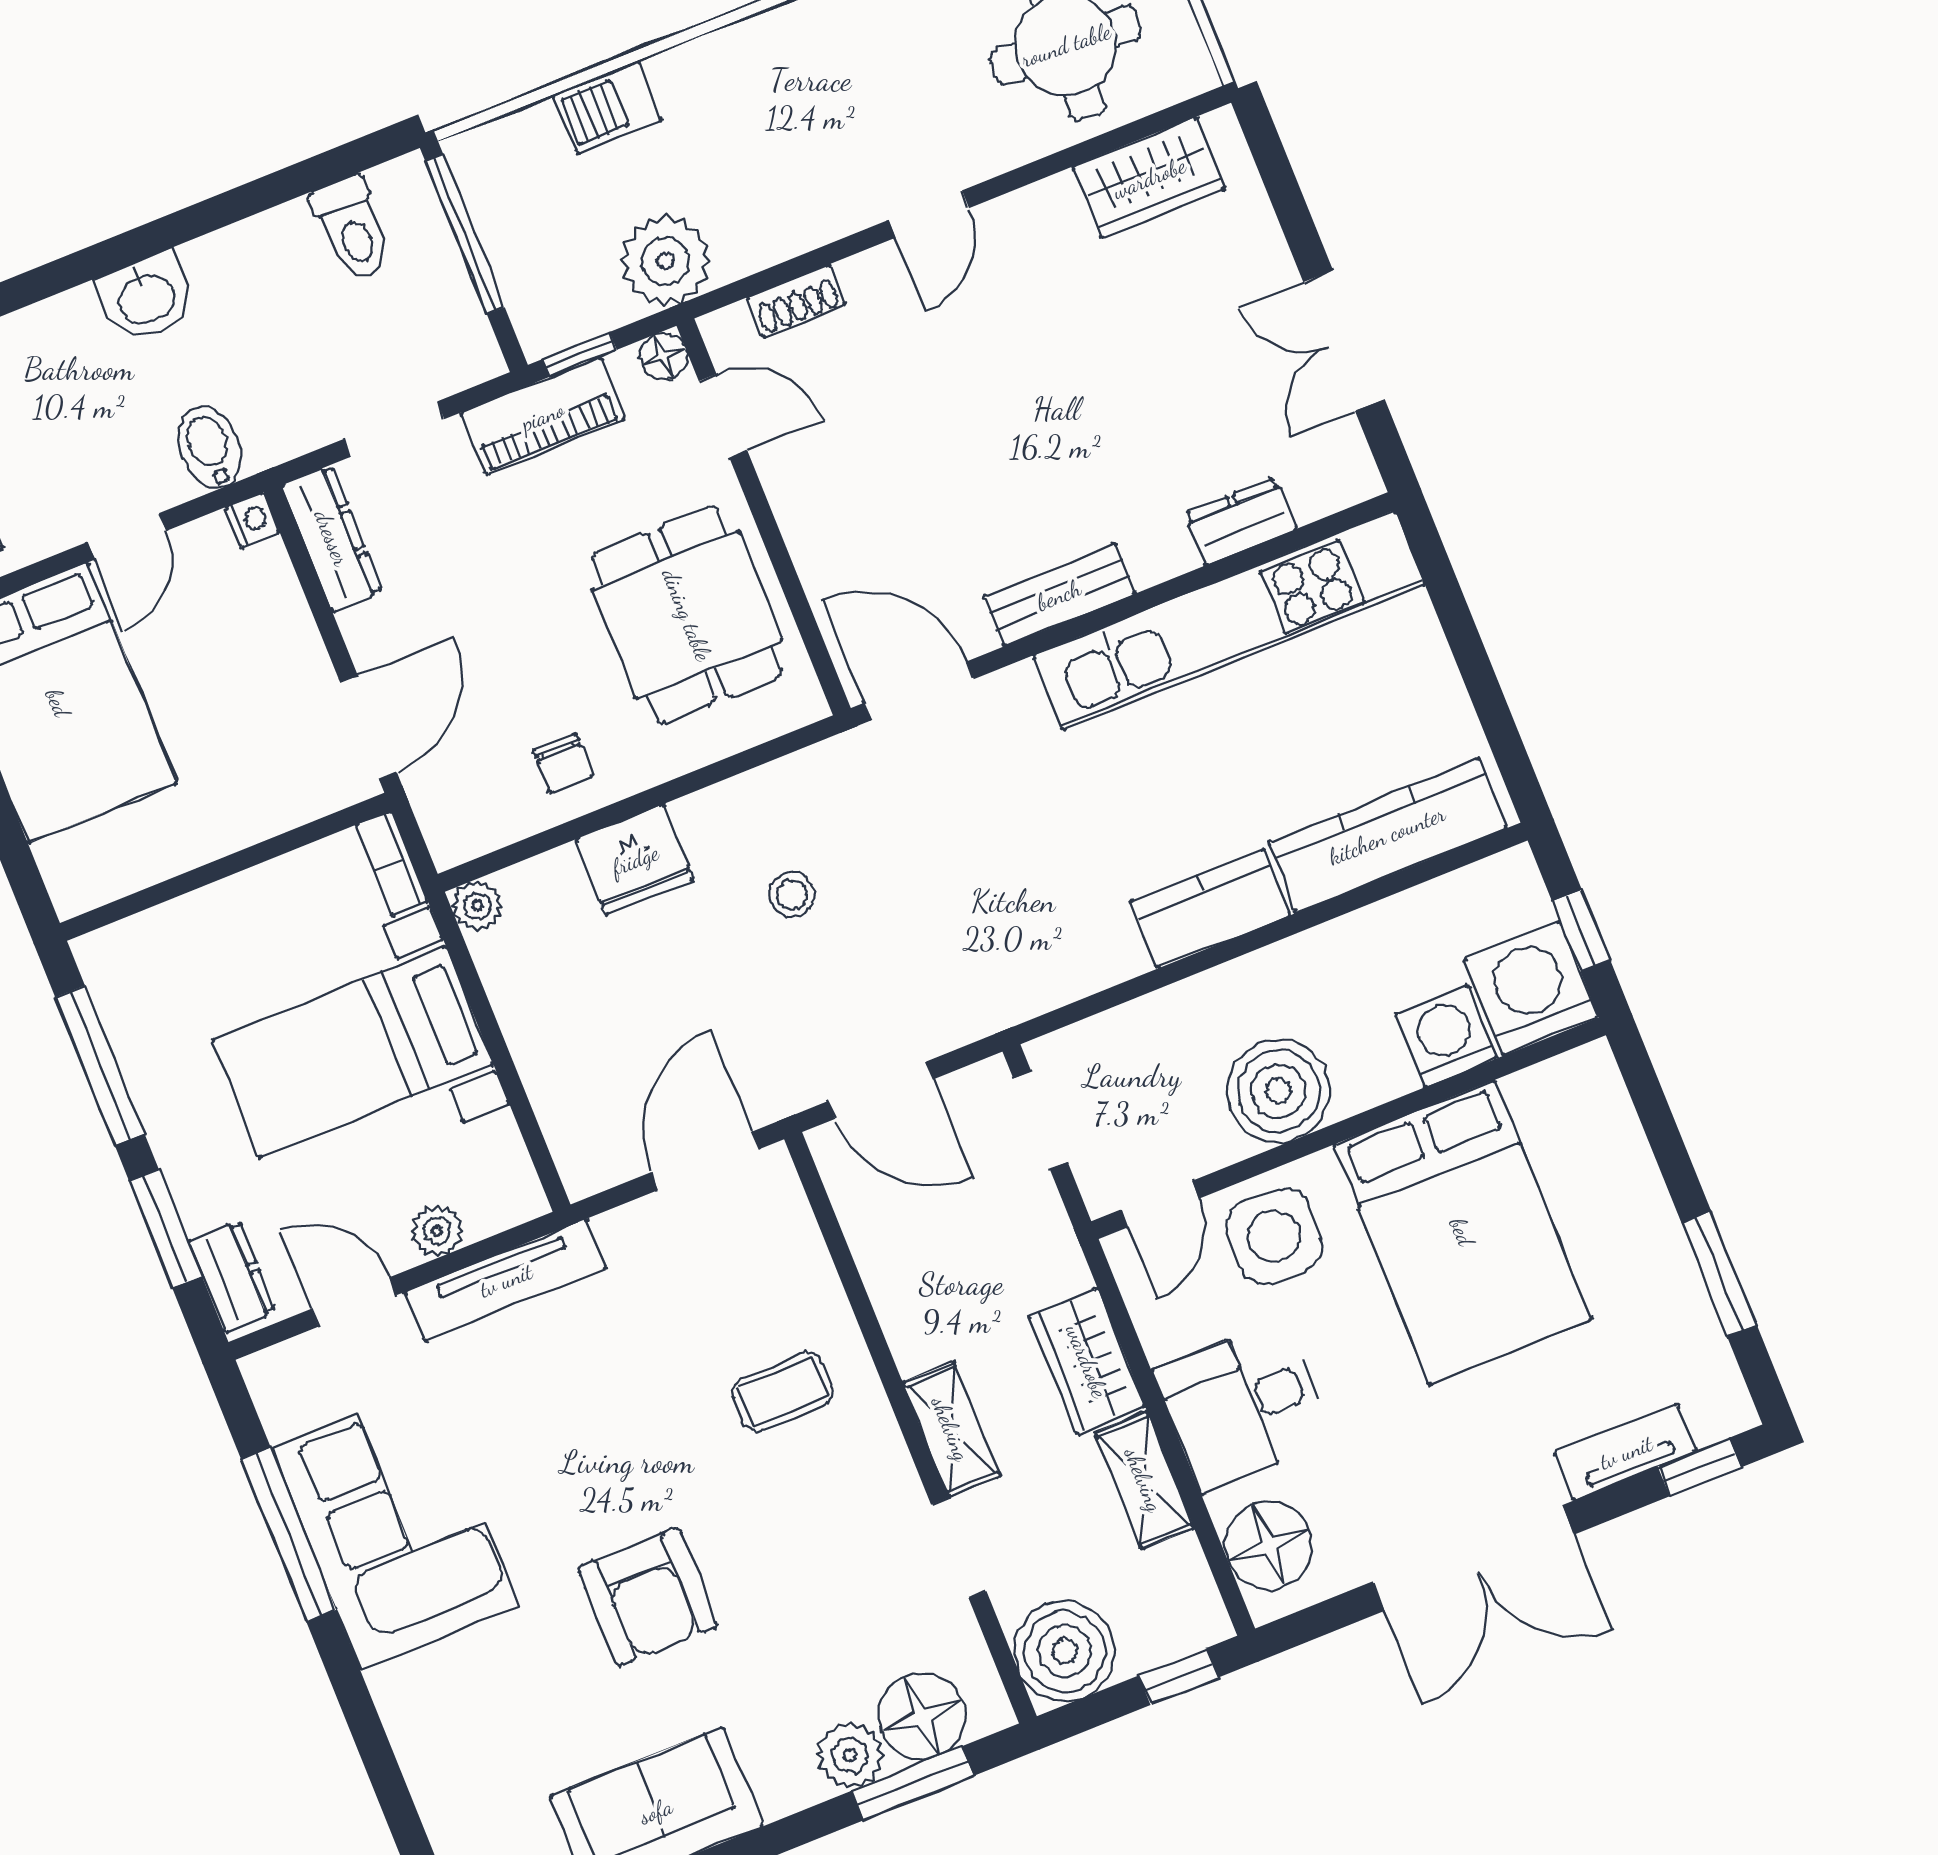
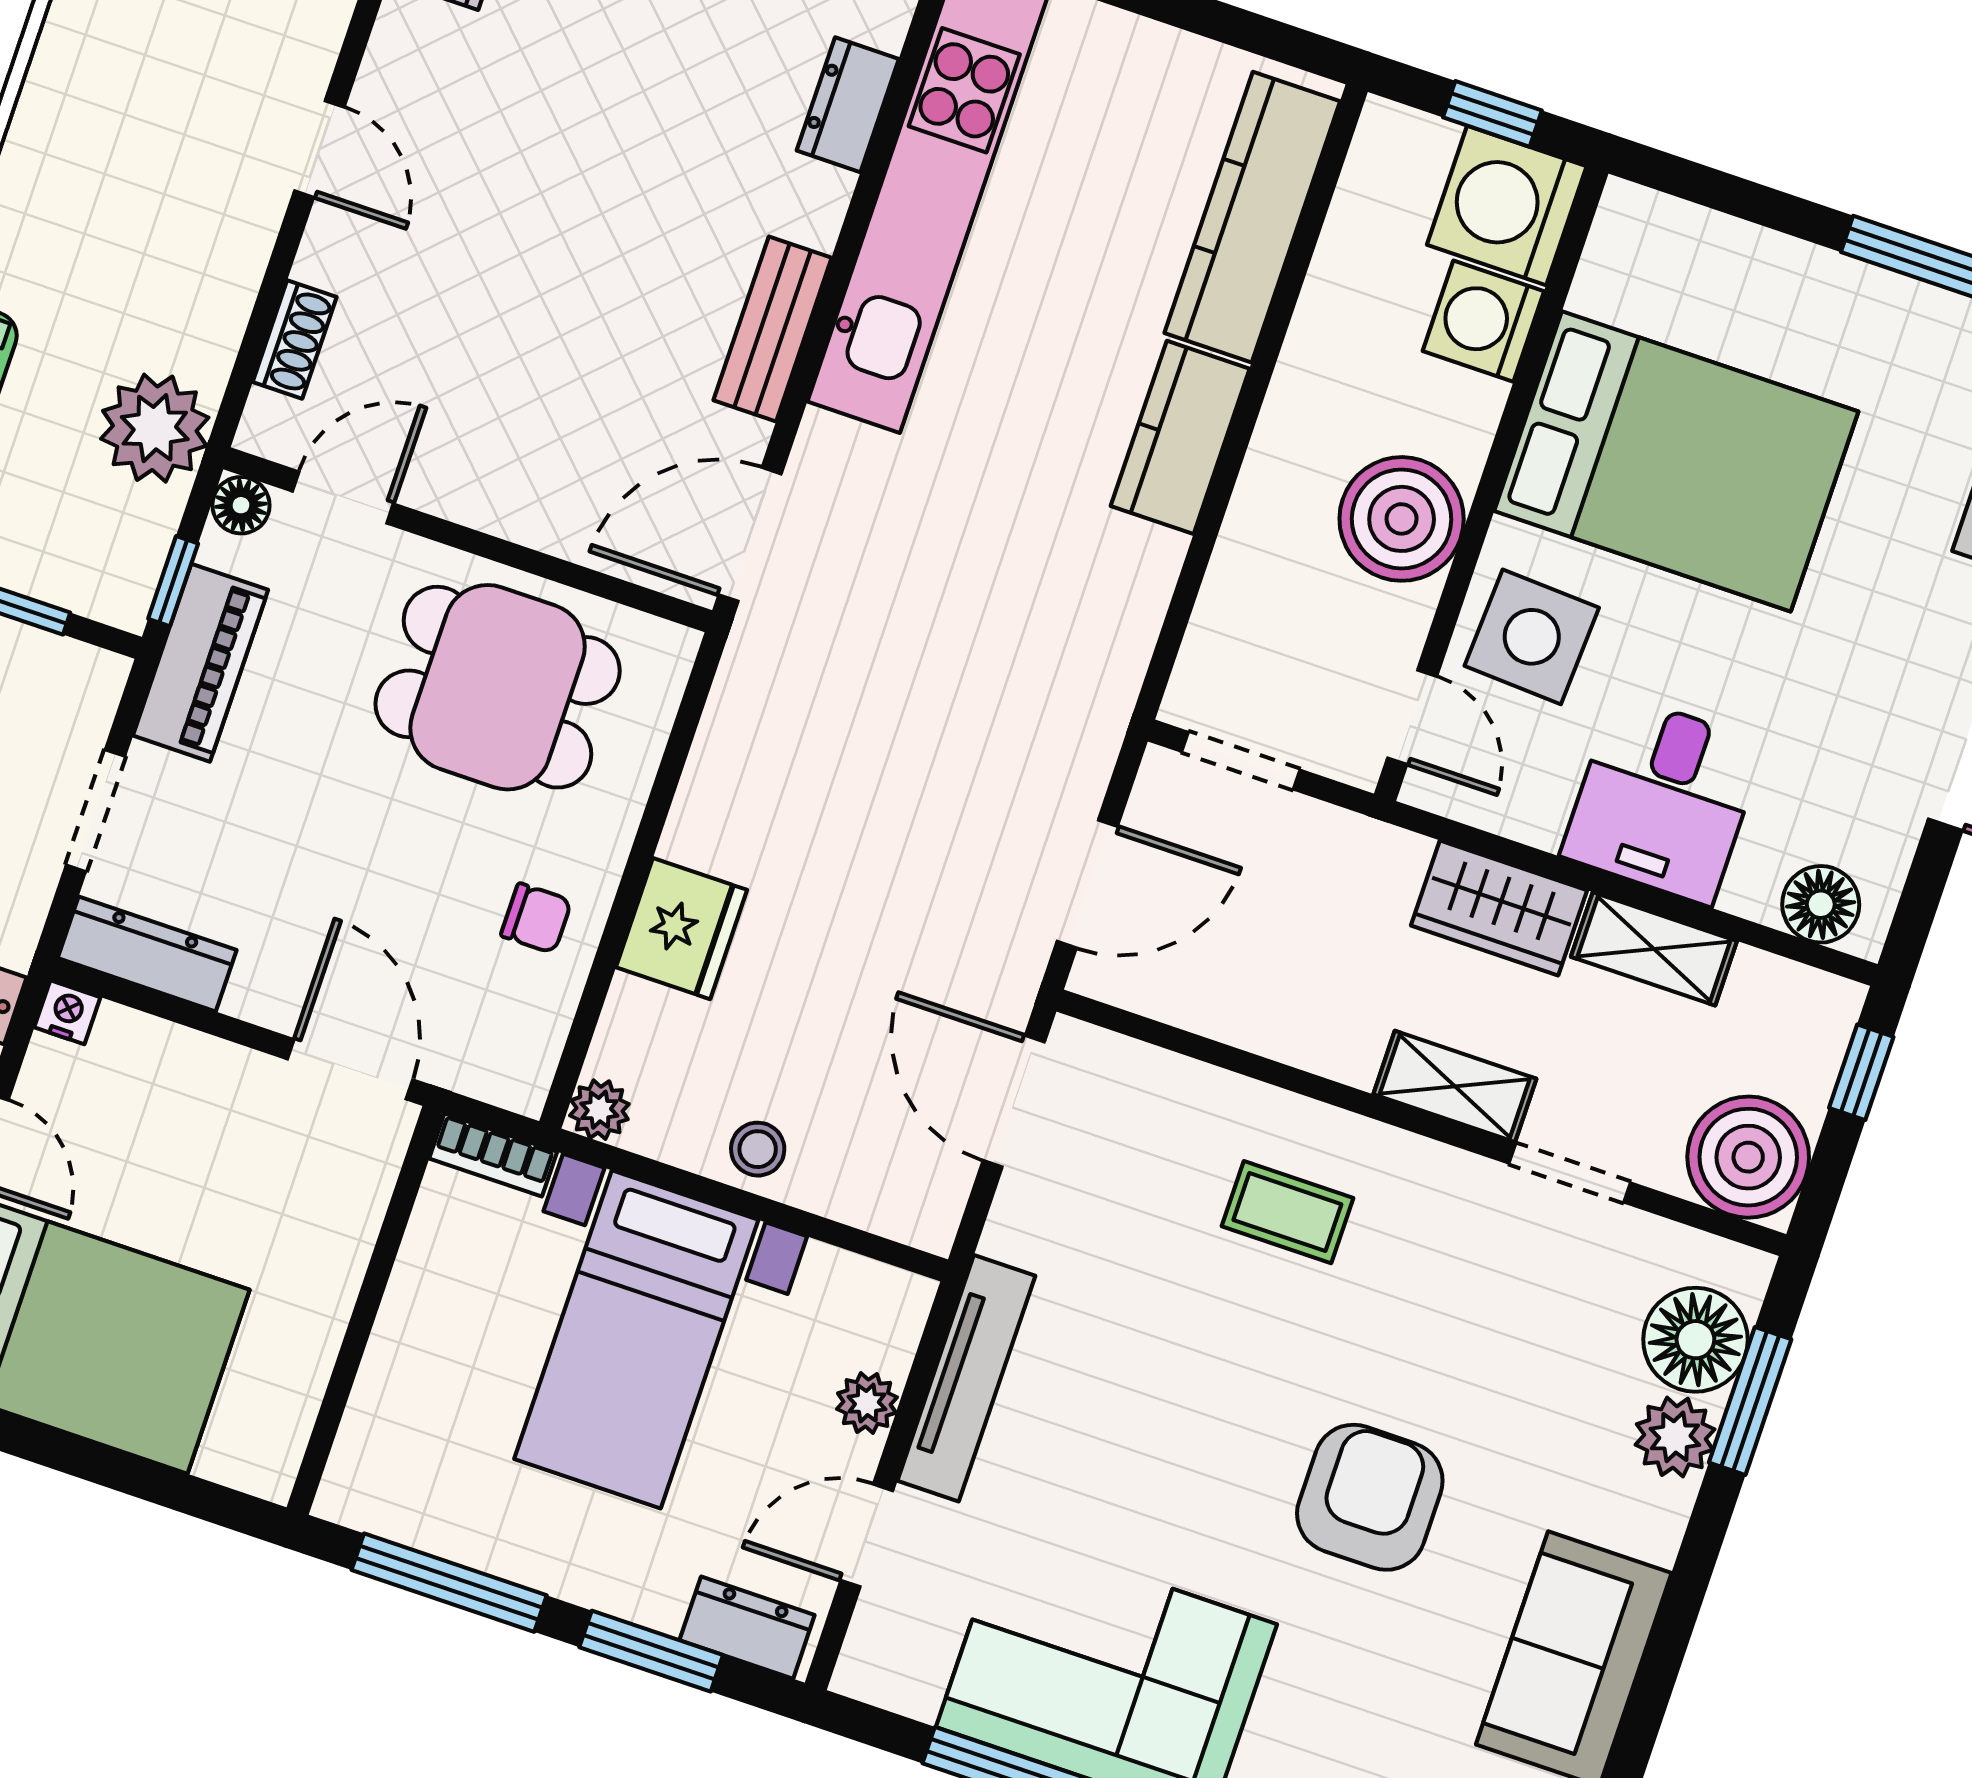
stool: (792, 895) -> (758, 1149), moved
coffee table: (783, 1392) -> (1287, 1212), turned 90
floor lamp: (1269, 1545) -> (1821, 904), width x0.73, depth x0.73
armchair: (648, 1597) -> (1370, 1497), turned -90

